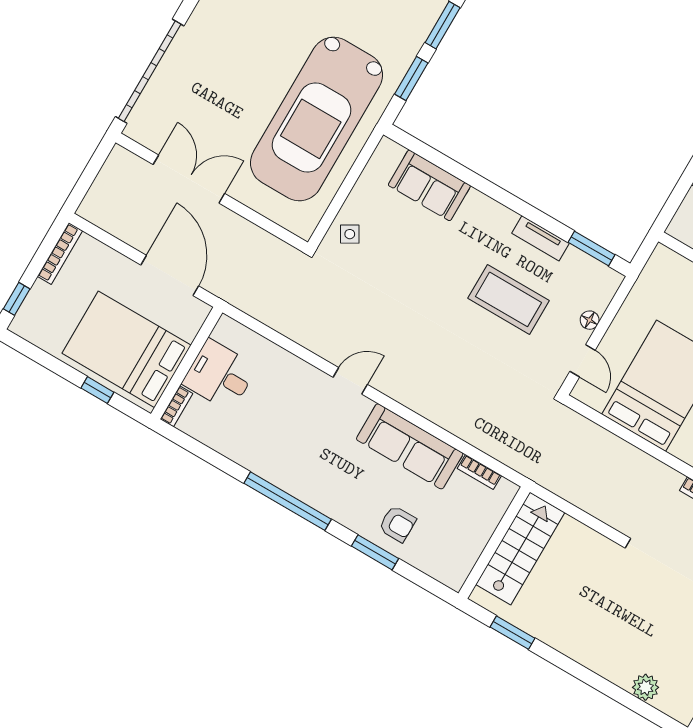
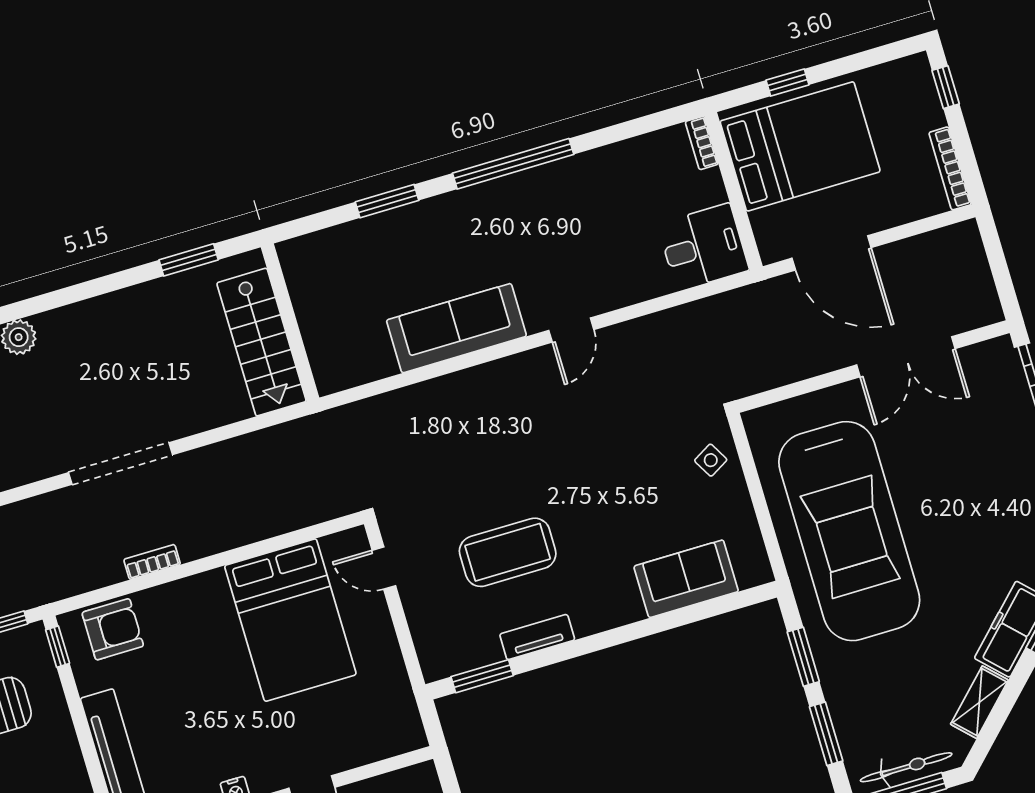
car: (317, 119) -> (849, 531), turned 180
floor lamp: (590, 320) -> (416, 611), removed
desk: (220, 375) -> (703, 247), moved
bookcase: (479, 472) -> (370, 371), removed
armchair: (397, 524) -> (394, 248), removed

